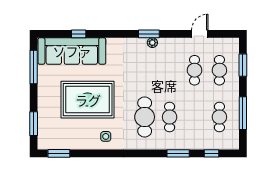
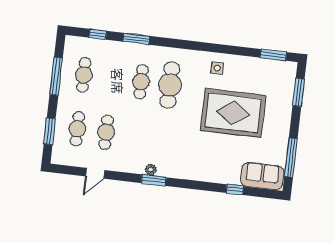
sofa: (72, 51) -> (262, 176), width x0.54, depth x0.79

